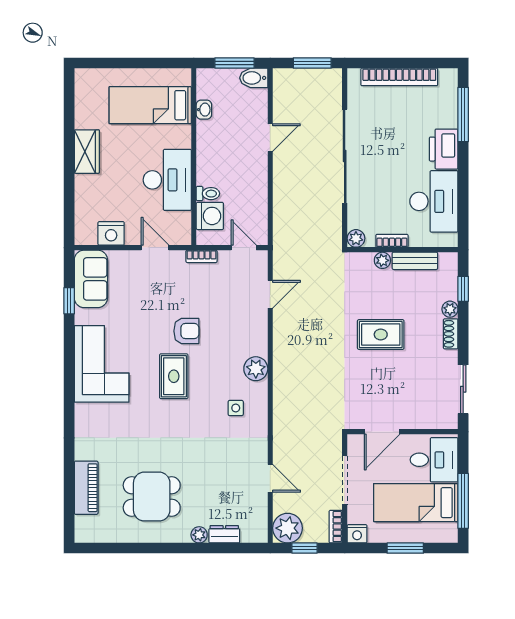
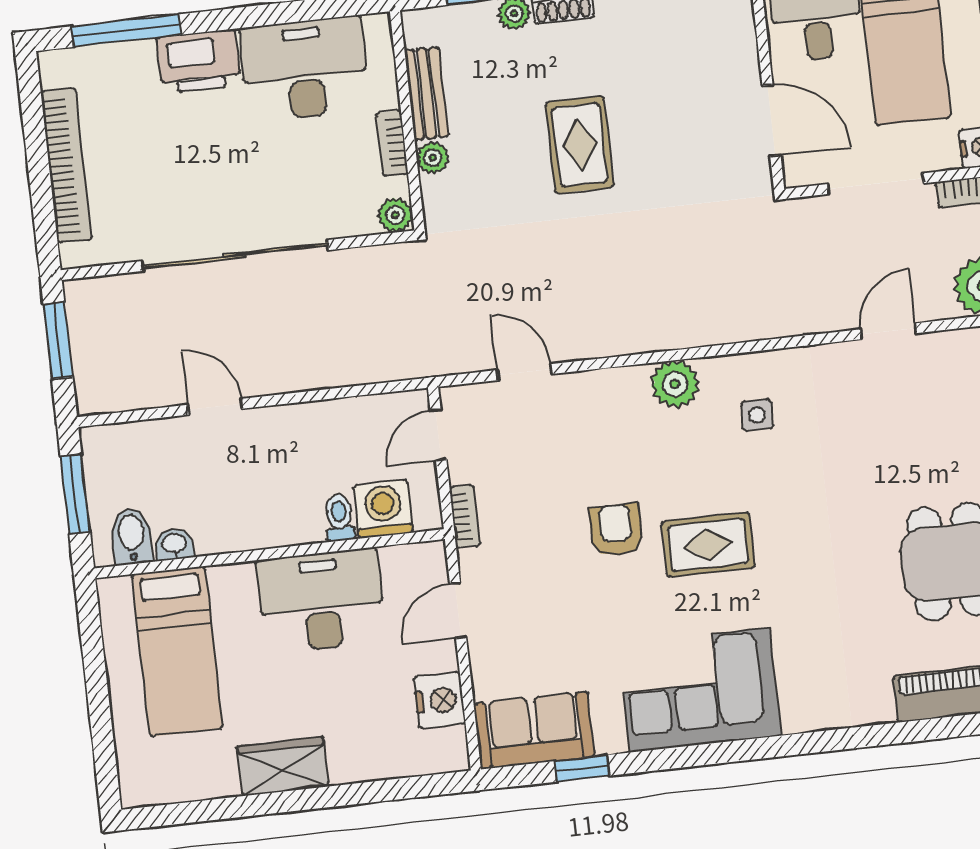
bidet: (254, 78) -> (132, 536), moved, turned 180

